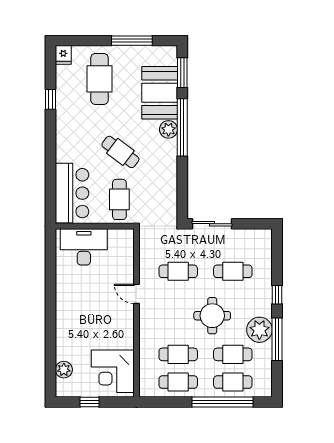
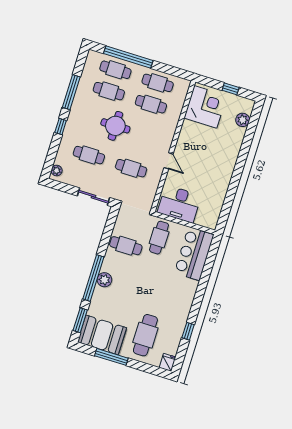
booth: (160, 93) -> (102, 335), moved, turned 90
cafe table: (120, 152) -> (126, 246), moved, turned -37
desk: (84, 247) -> (179, 204), moved
plant: (259, 330) -> (57, 171), moved, width x0.53, depth x0.53

